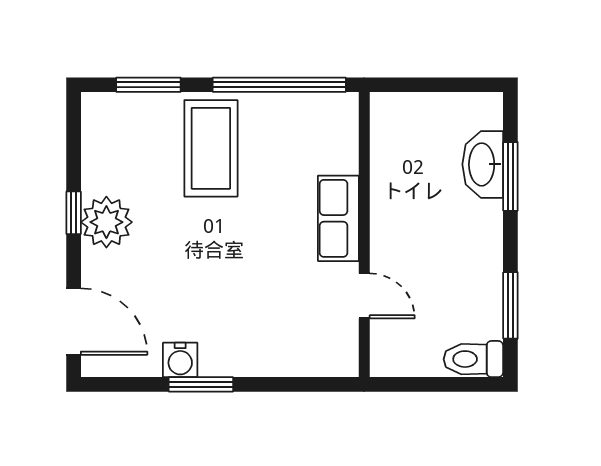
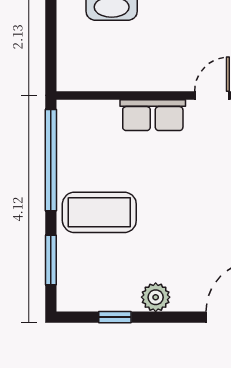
window: (74, 213) -> (115, 317), moved
plant: (106, 222) -> (156, 297), width x0.73, depth x0.73

